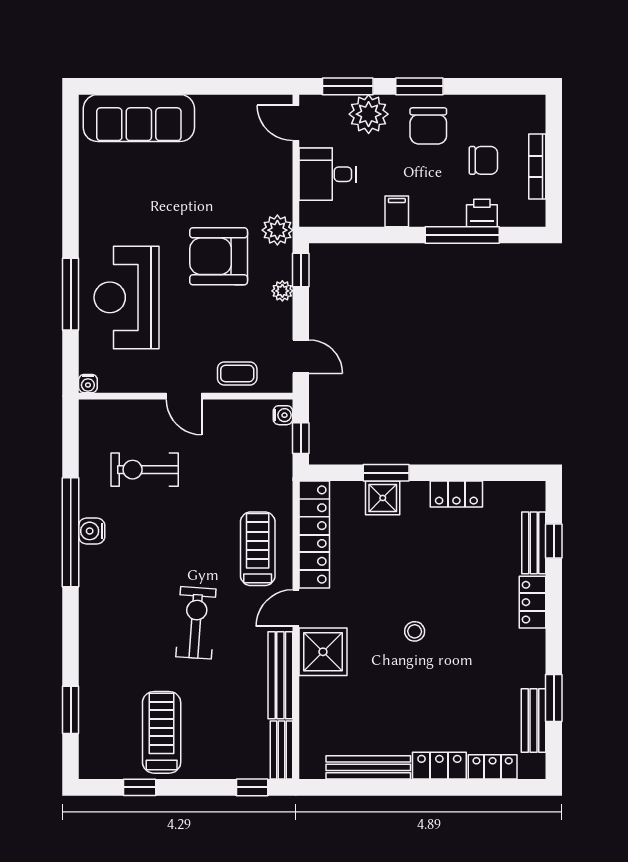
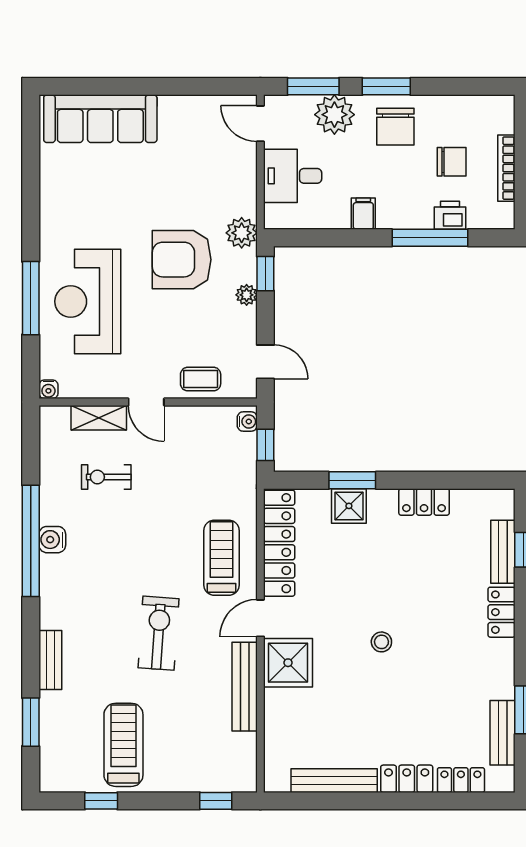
shelving: (137, 411) -> (99, 418), added
exercise bike: (145, 470) -> (106, 477), width x0.73, depth x0.72
bench: (281, 750) -> (50, 660), moved

